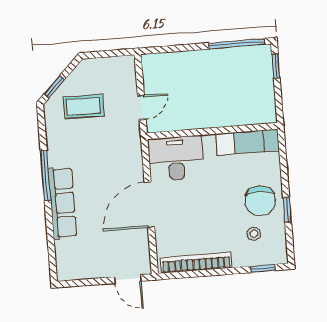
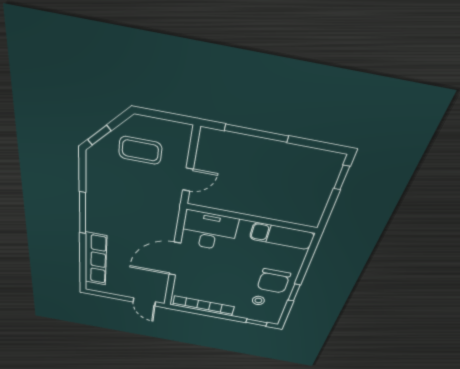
window: (236, 44) -> (256, 133), moved
coffee table: (84, 106) -> (140, 150), moved
row of seats: (62, 203) -> (96, 259), moved

